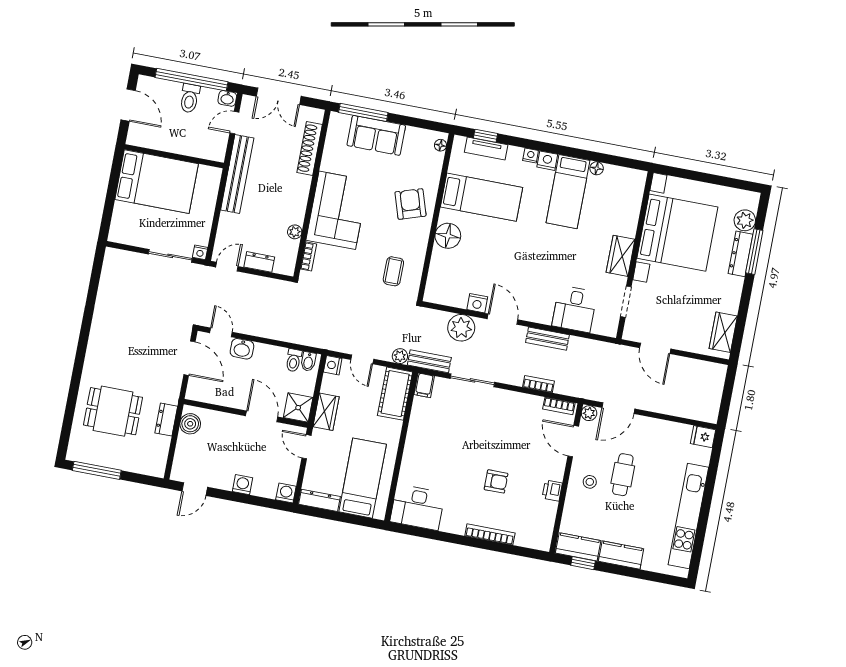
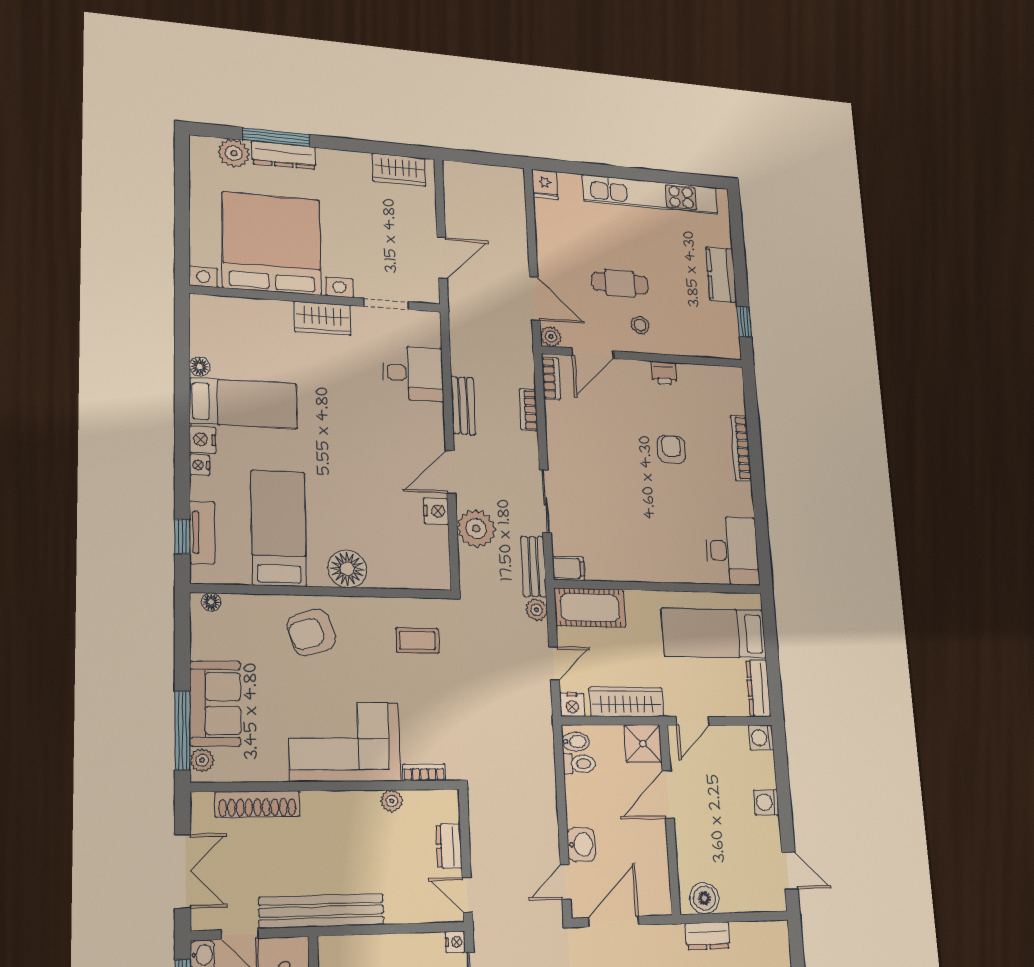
plant: (343, 121) -> (202, 760), added
wardrobe: (326, 412) -> (627, 702), width x1.50
kitchen counter: (578, 547) -> (726, 331), removed

